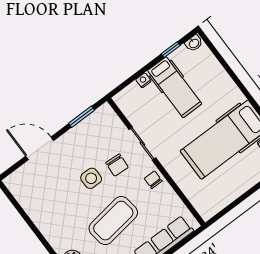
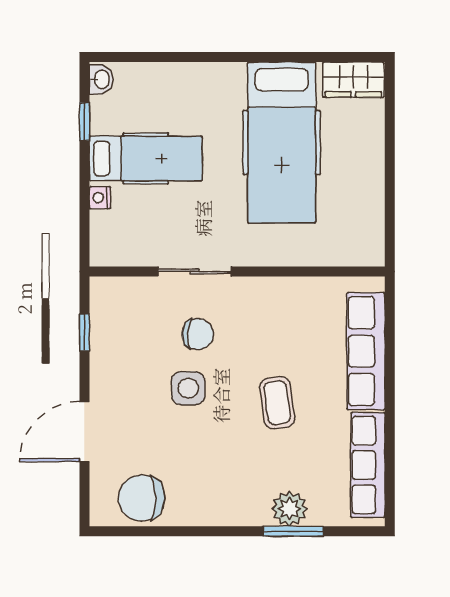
window: (82, 117) -> (84, 333), width x0.67
chair: (153, 180) -> (142, 498), moved, width x1.87, depth x1.87
coffee table: (113, 221) -> (277, 403), width x0.54, depth x0.58

